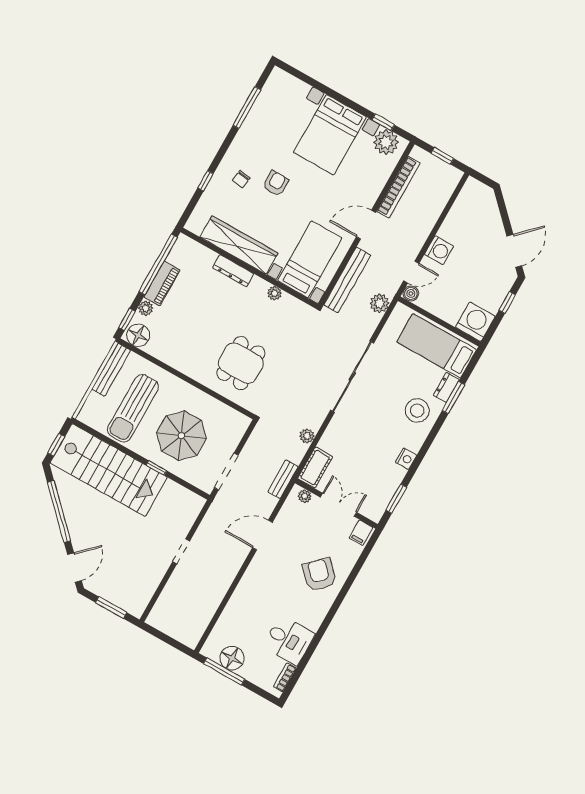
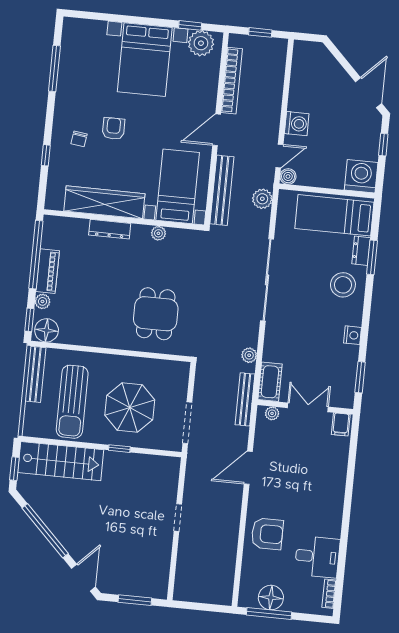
stairs: (109, 470) -> (61, 461), width x0.73, depth x0.66
bench: (283, 479) -> (245, 399), width x1.36
armchair: (319, 575) -> (267, 534), moved, turned 134

